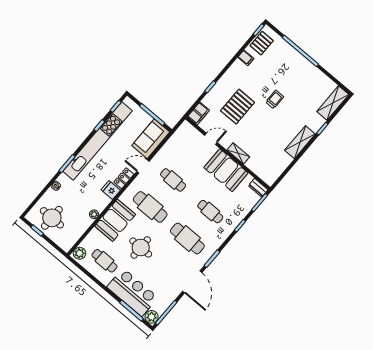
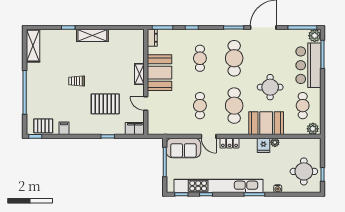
shelving: (333, 103) -> (33, 46), moved, turned 90
fridge: (111, 190) -> (263, 145), moved

